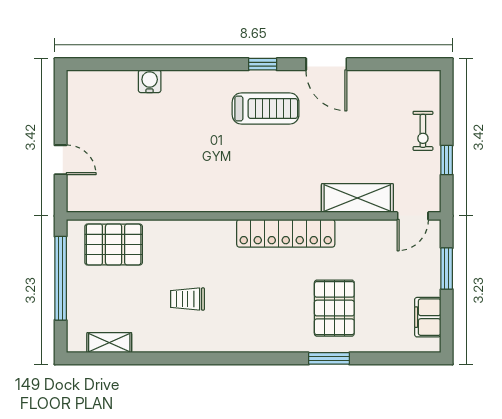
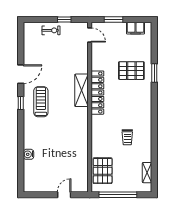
shelving: (357, 198) -> (81, 90), moved

